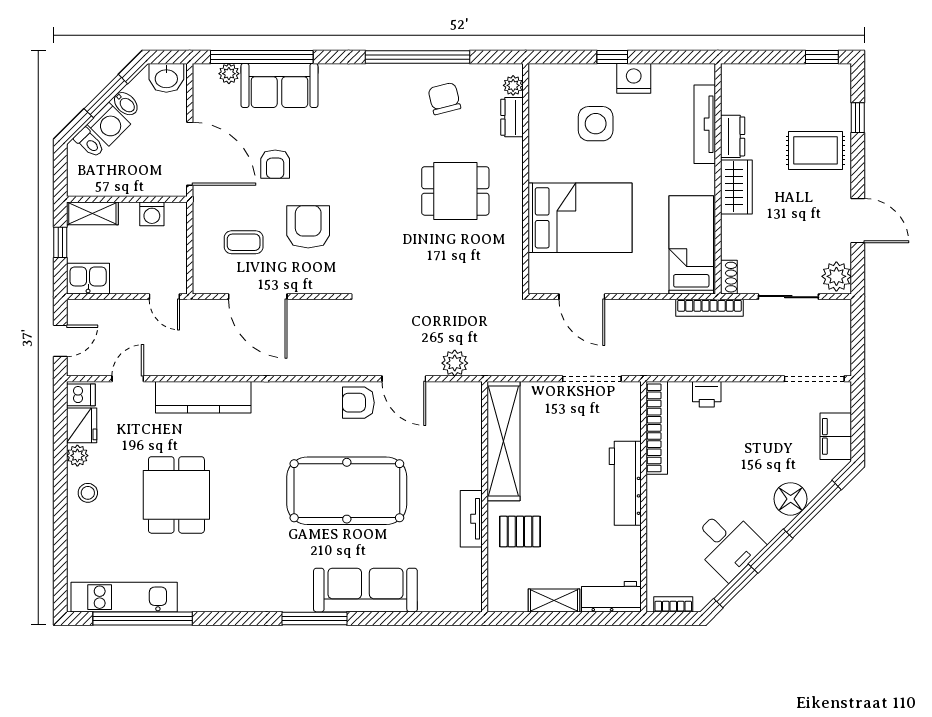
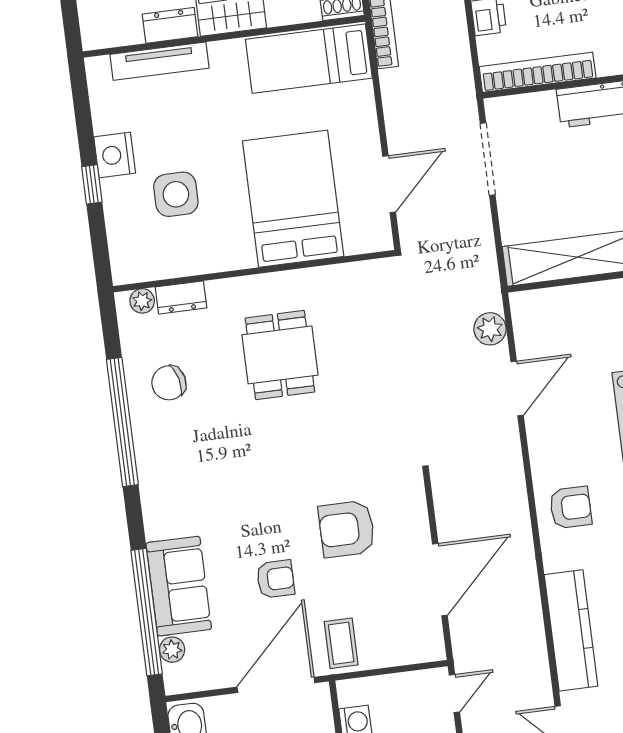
coffee table: (244, 242) -> (341, 643), moved
armchair: (358, 403) -> (571, 507), moved, turned -90

